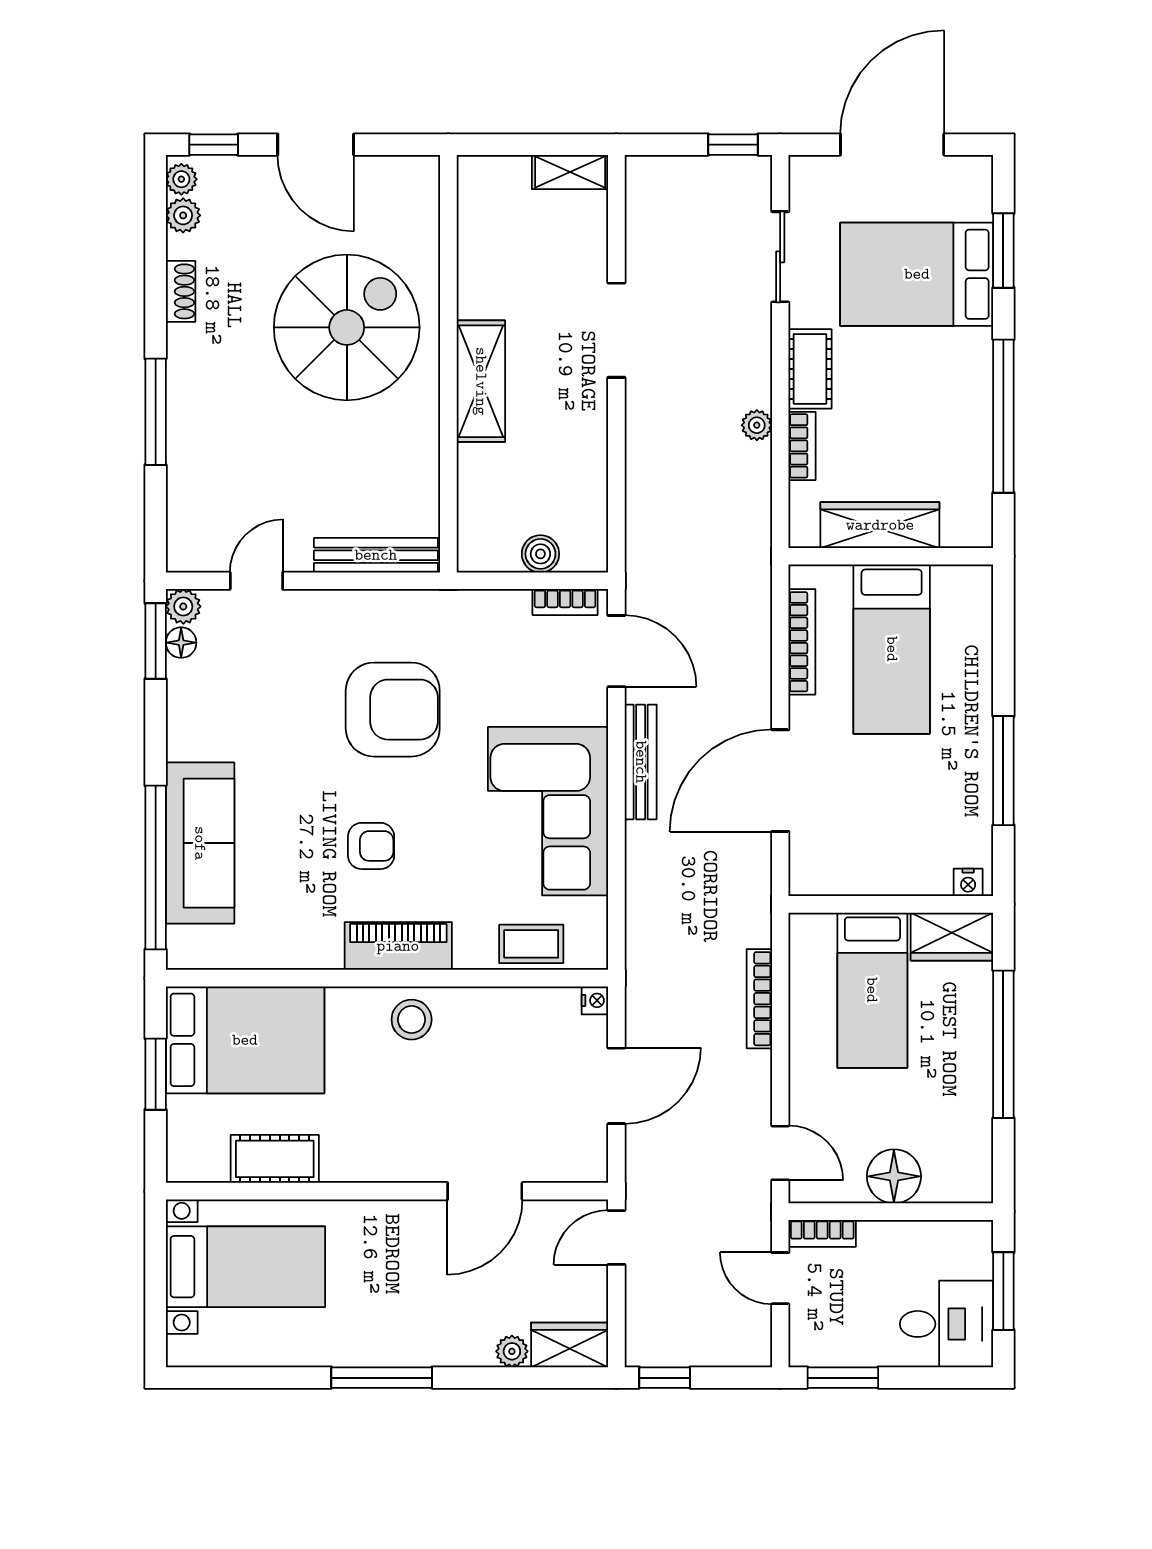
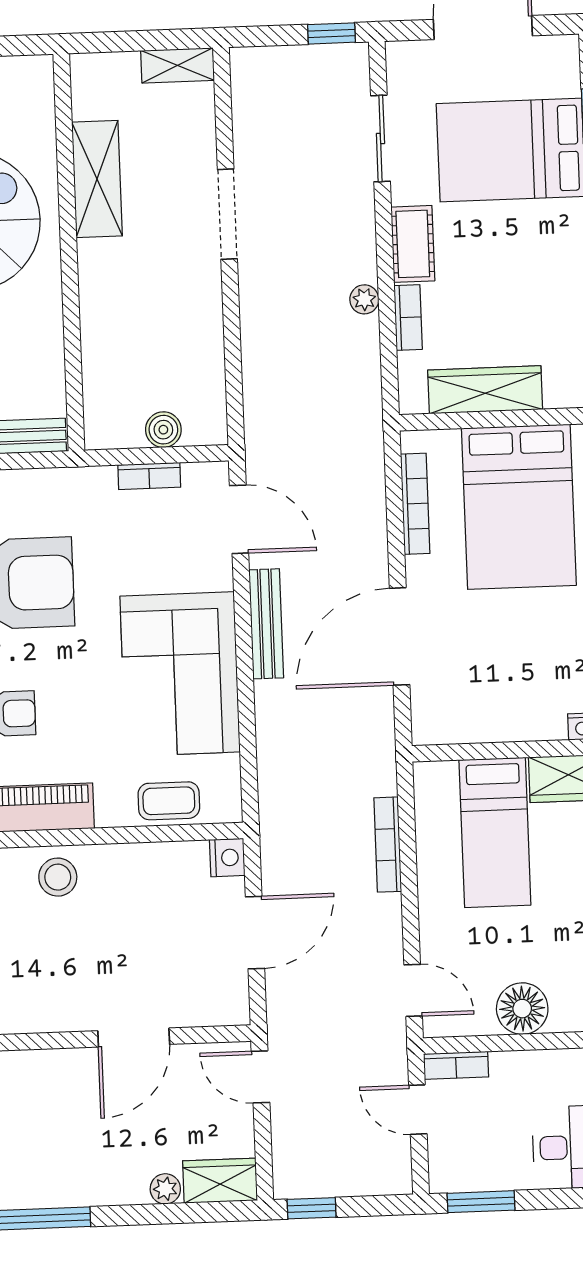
shelving: (481, 381) -> (97, 179), moved
bookcase: (565, 602) -> (149, 476), moved
bed: (892, 649) -> (519, 507), width x1.50
nightstand: (595, 1000) -> (227, 858), width x1.39, depth x1.35
door: (616, 1238) -> (260, 1077), hinge flipped

